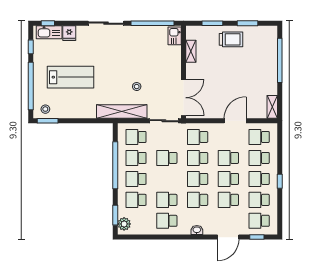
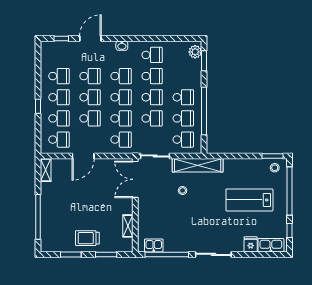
window: (48, 23) -> (272, 254), removed
kitchen sink: (175, 36) -> (154, 245), moved, turned -90
window: (280, 181) -> (38, 106), moved
school desk: (136, 200) -> (152, 97), moved
school desk: (259, 221) -> (59, 55), removed

